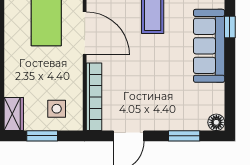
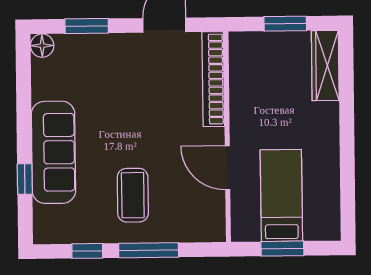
door: (85, 33) -> (228, 168), width x0.73
side table: (57, 109) -> (265, 62), removed
wardrobe: (14, 114) -> (325, 65), width x1.50

